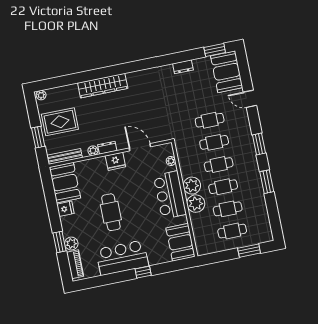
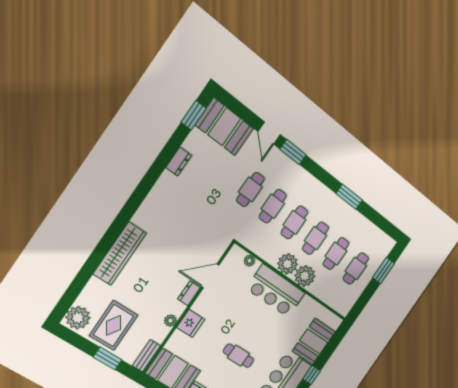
plant: (41, 95) -> (78, 318), width x1.87, depth x1.87
door: (250, 99) -> (269, 133), hinge flipped
window: (259, 144) -> (293, 152), moved
dresser: (107, 148) -> (189, 293), moved
bench: (65, 157) -> (146, 356), width x0.73
fridge: (115, 161) -> (191, 323), moved
cafe table: (111, 212) -> (238, 356), width x0.73, depth x0.74
booth: (181, 242) -> (314, 341), moved, turned 90

